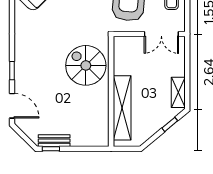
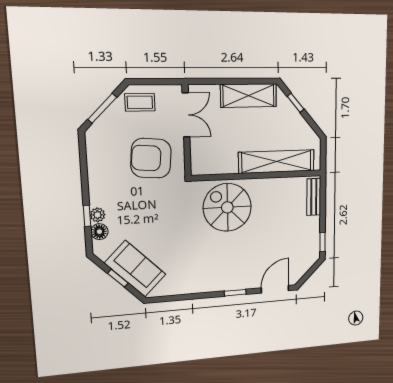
spiral stairs: (86, 65) -> (227, 207), turned 90
shelving: (178, 92) -> (249, 96), width x1.50, depth x1.33
bench: (54, 141) -> (314, 197), moved

